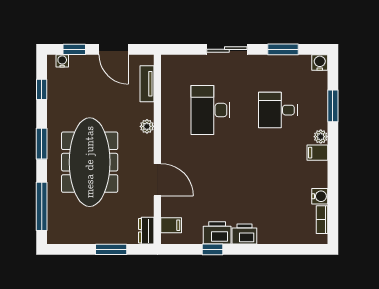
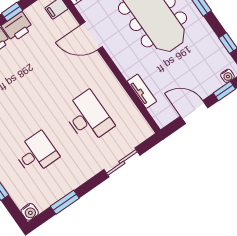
sliding door: (227, 49) -> (122, 162), moved
tv unit: (147, 84) -> (142, 91), moved
plant: (147, 126) -> (128, 71), removed

